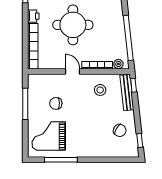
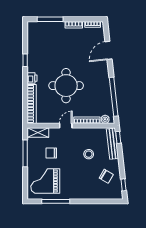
door: (73, 71) -> (66, 126), hinge flipped
shelving: (40, 80) -> (38, 133), added
stool: (100, 90) -> (89, 154), moved

